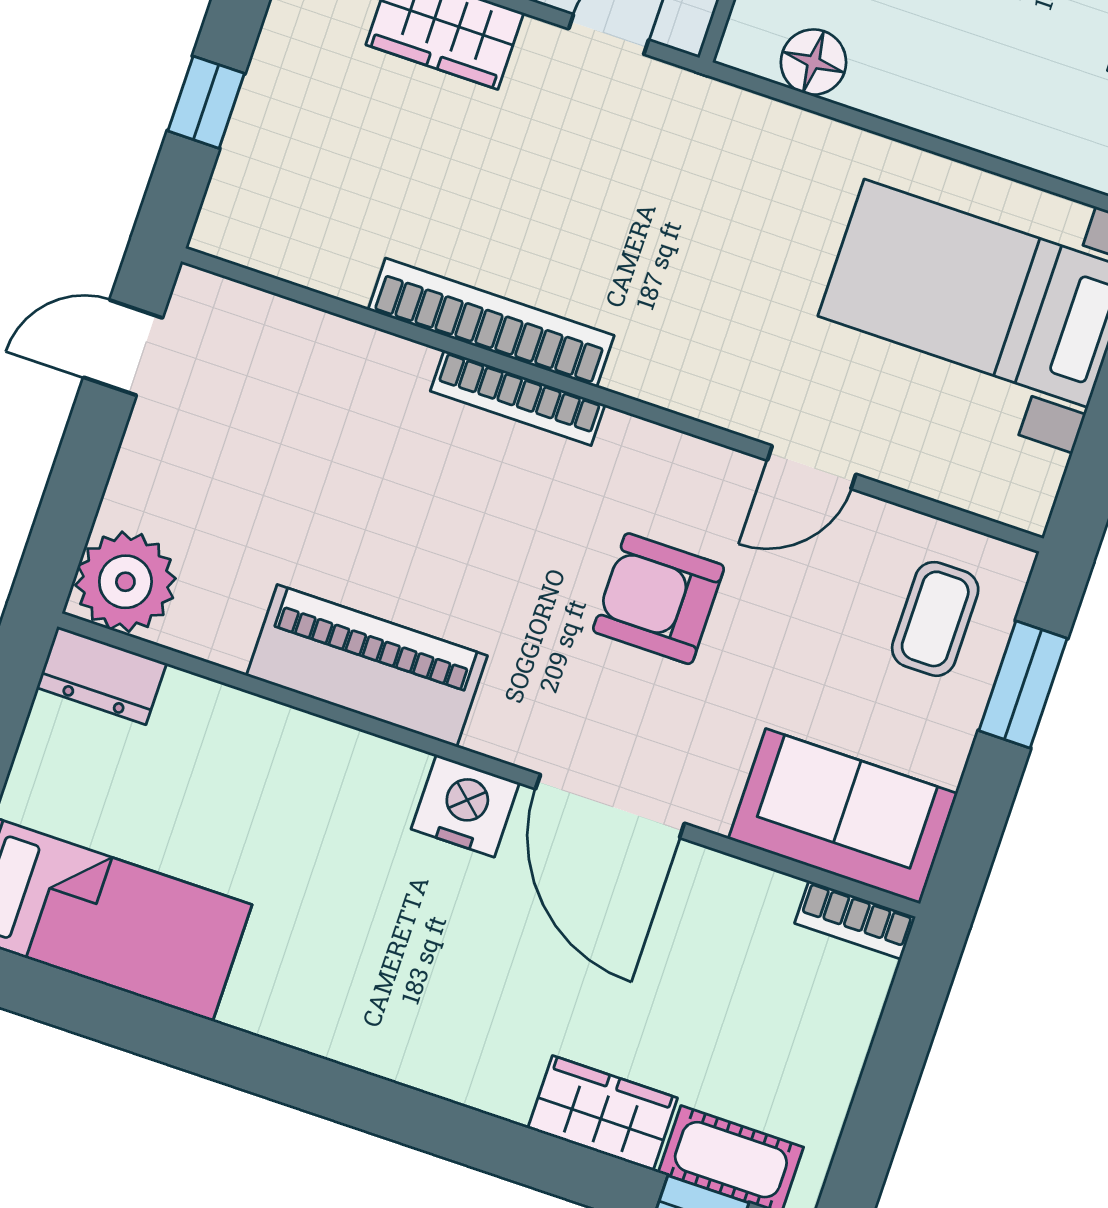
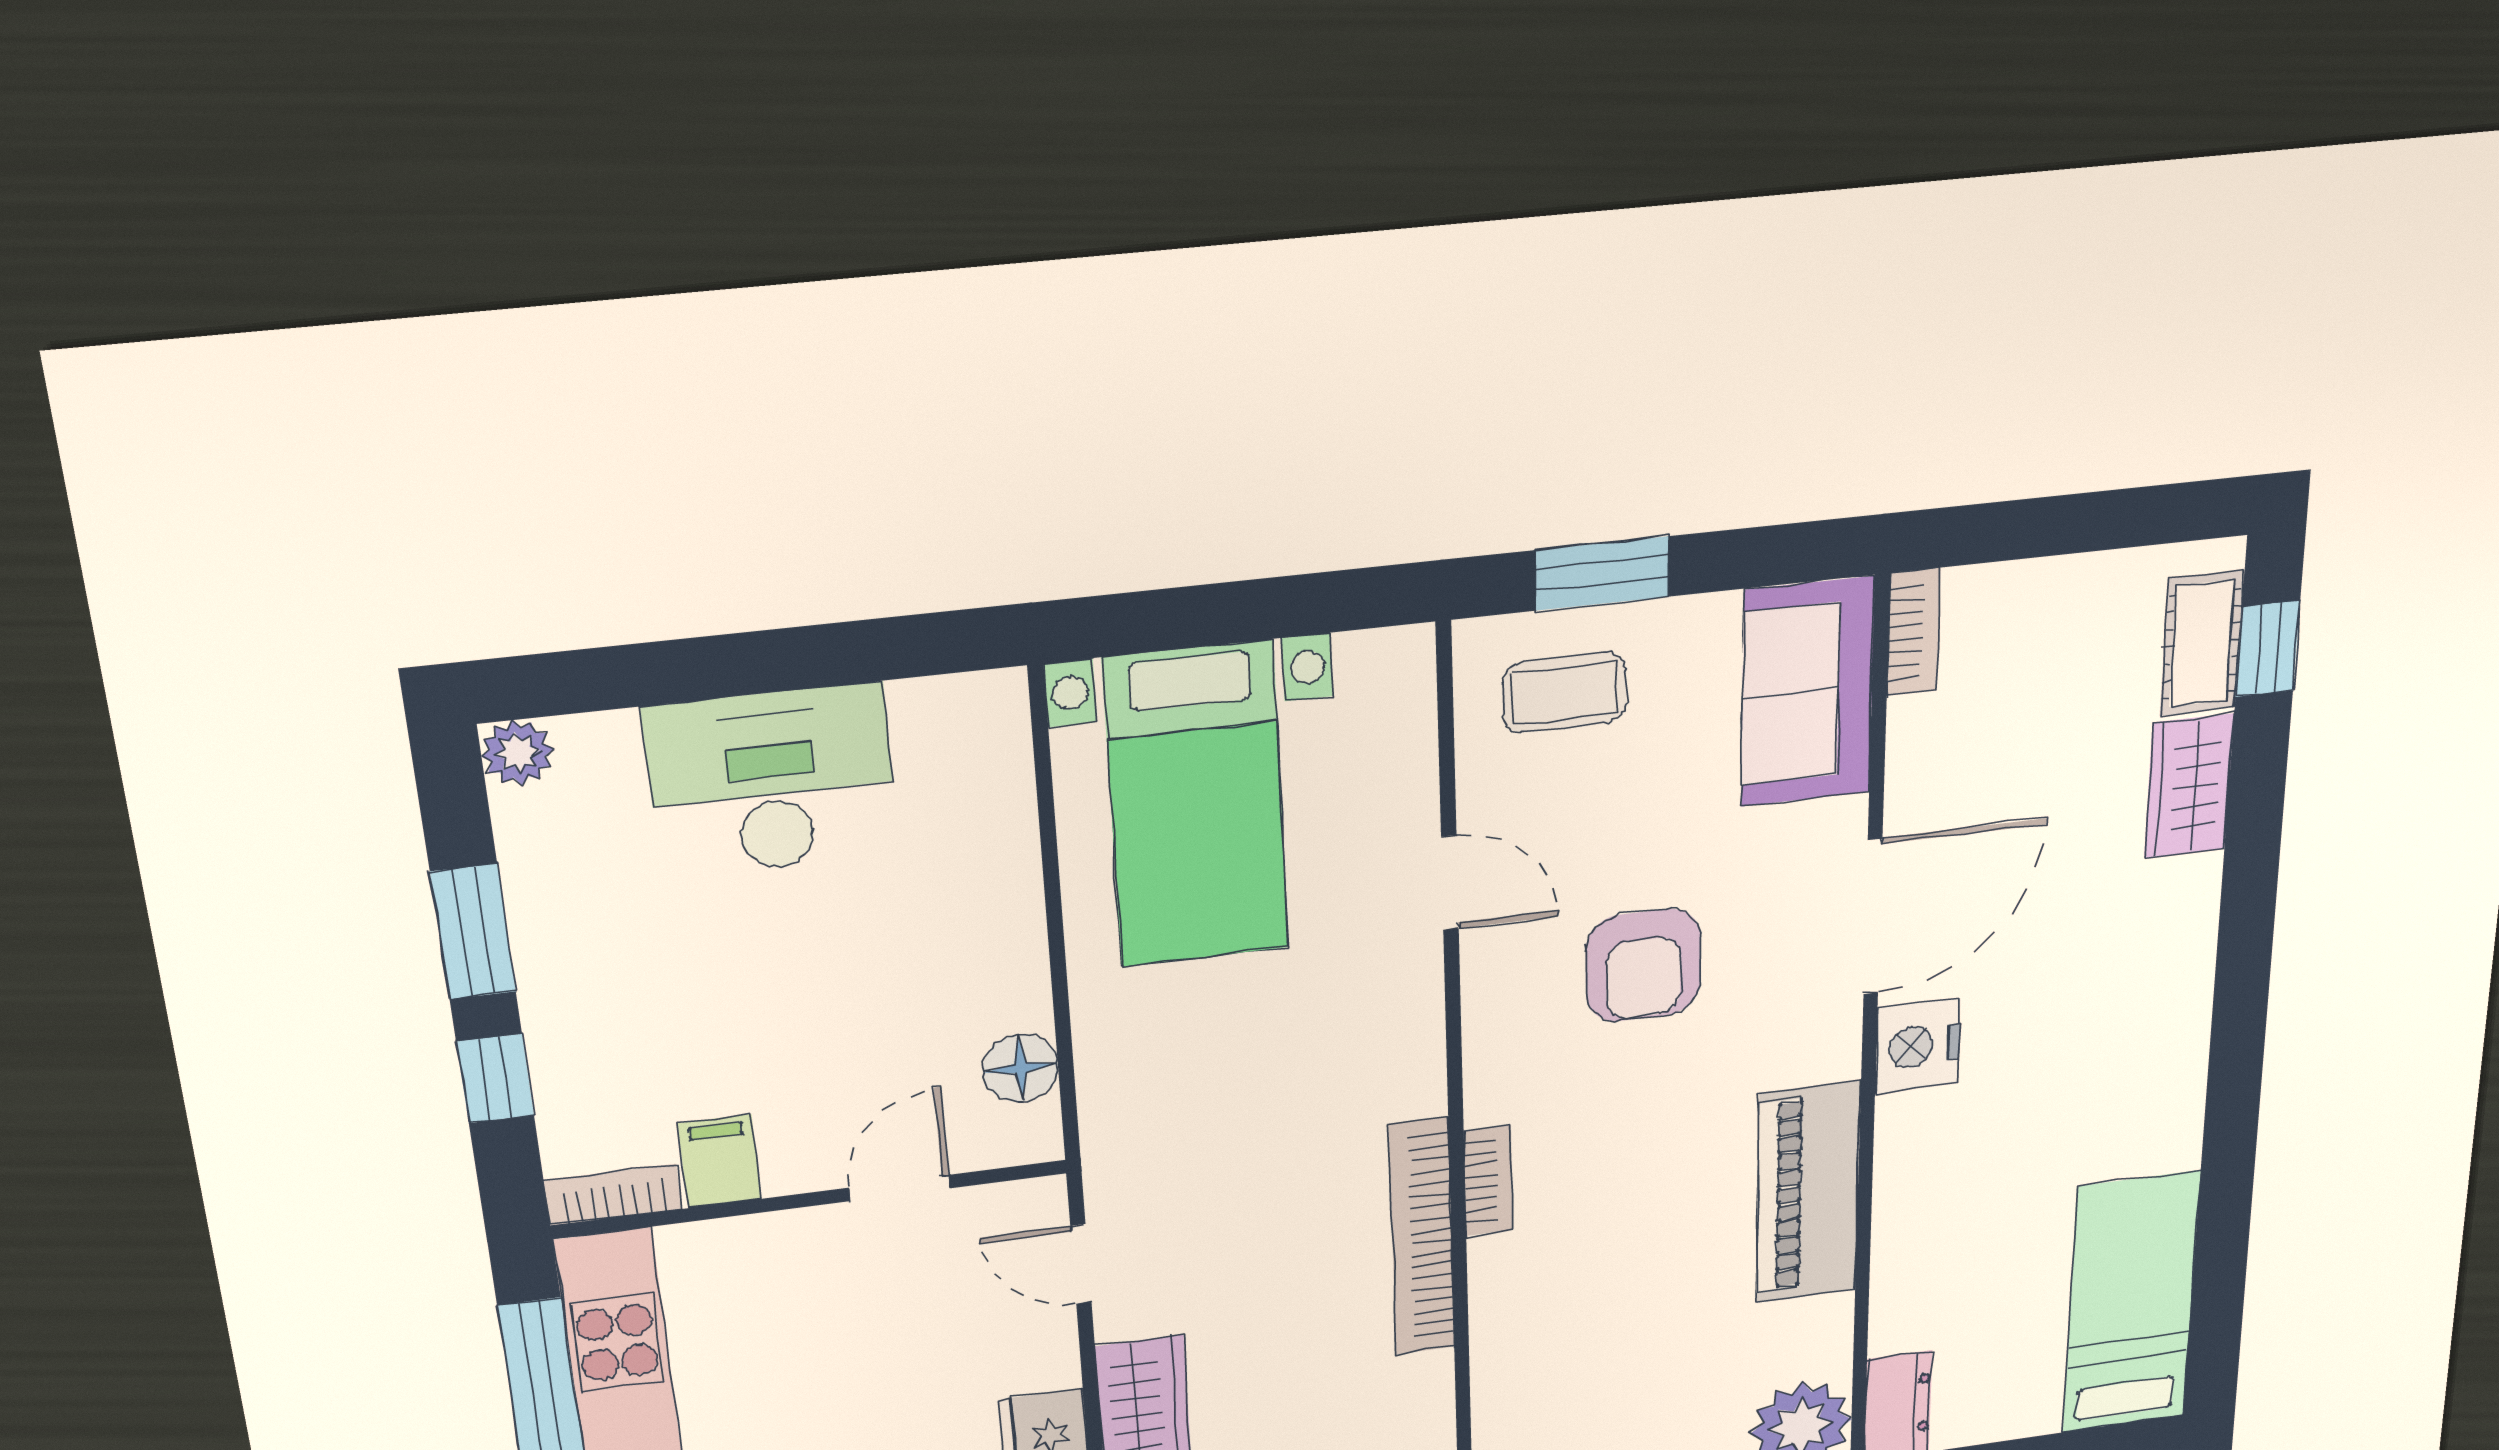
bookcase: (518, 398) -> (1488, 1181), width x0.64

